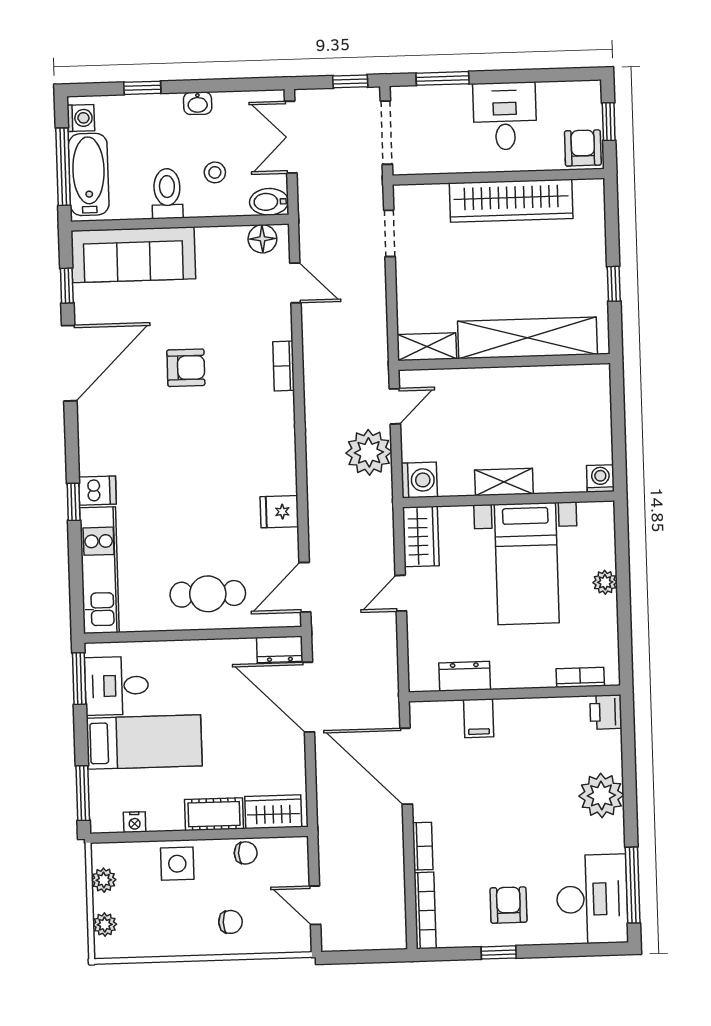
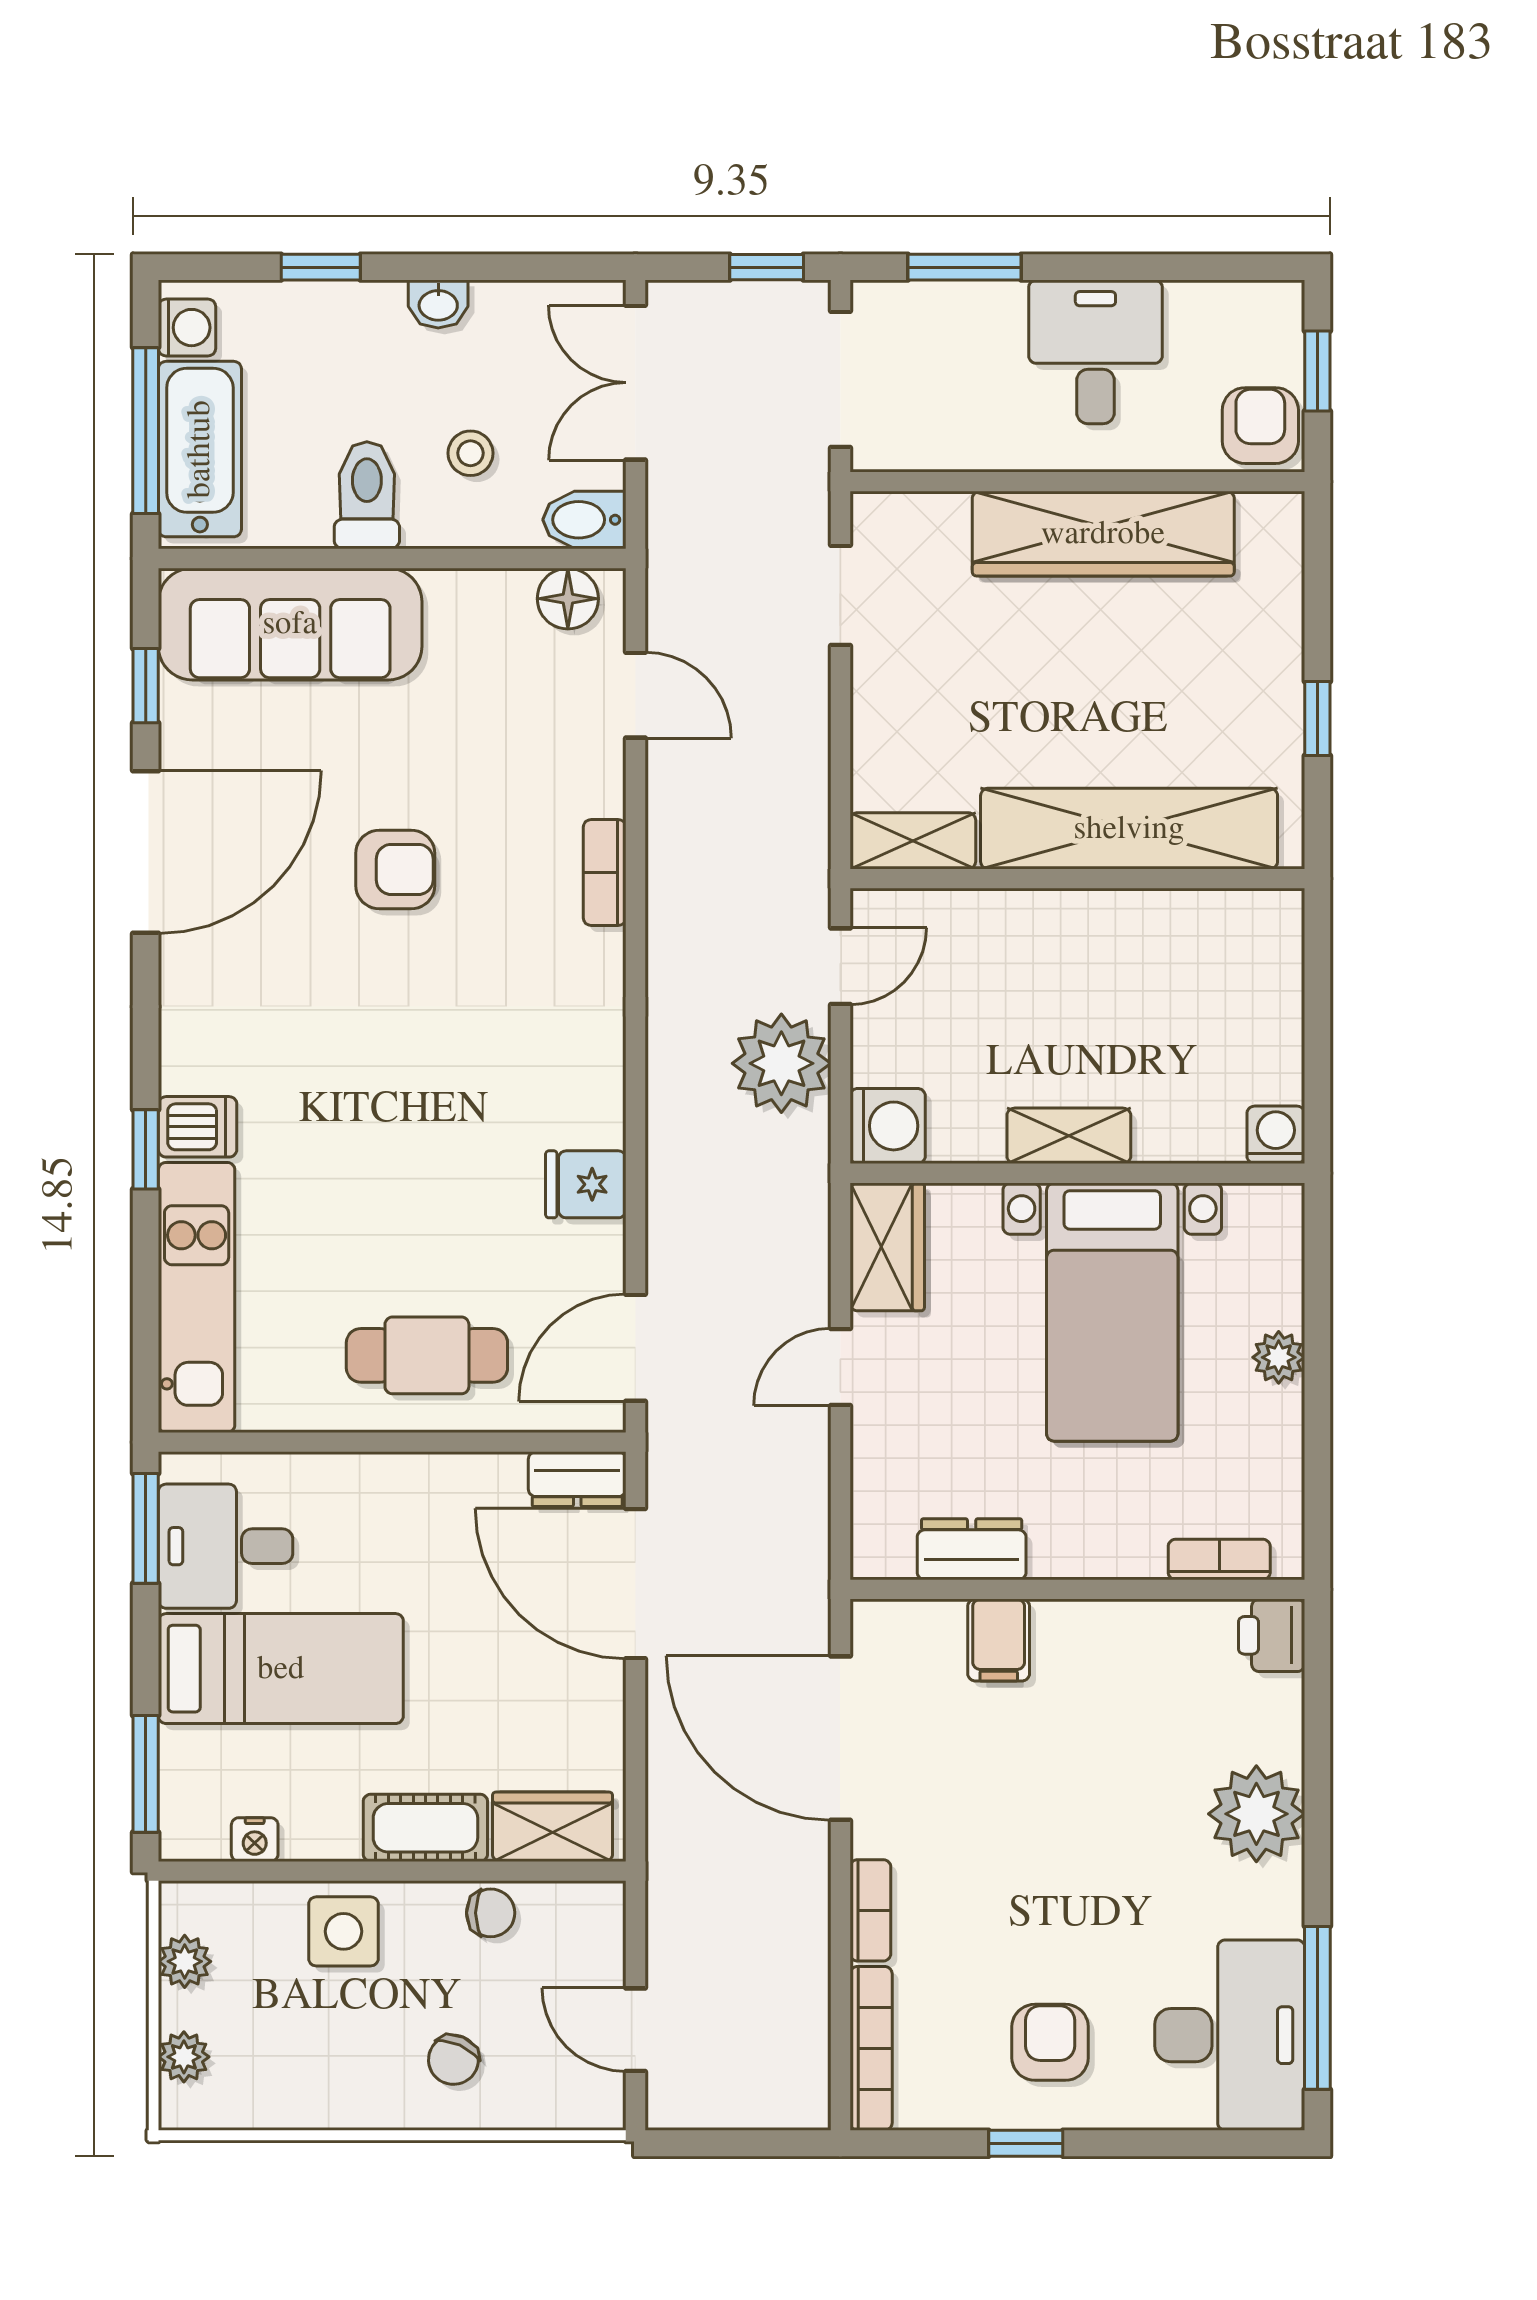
chair: (230, 922) -> (453, 2060), turned 114

